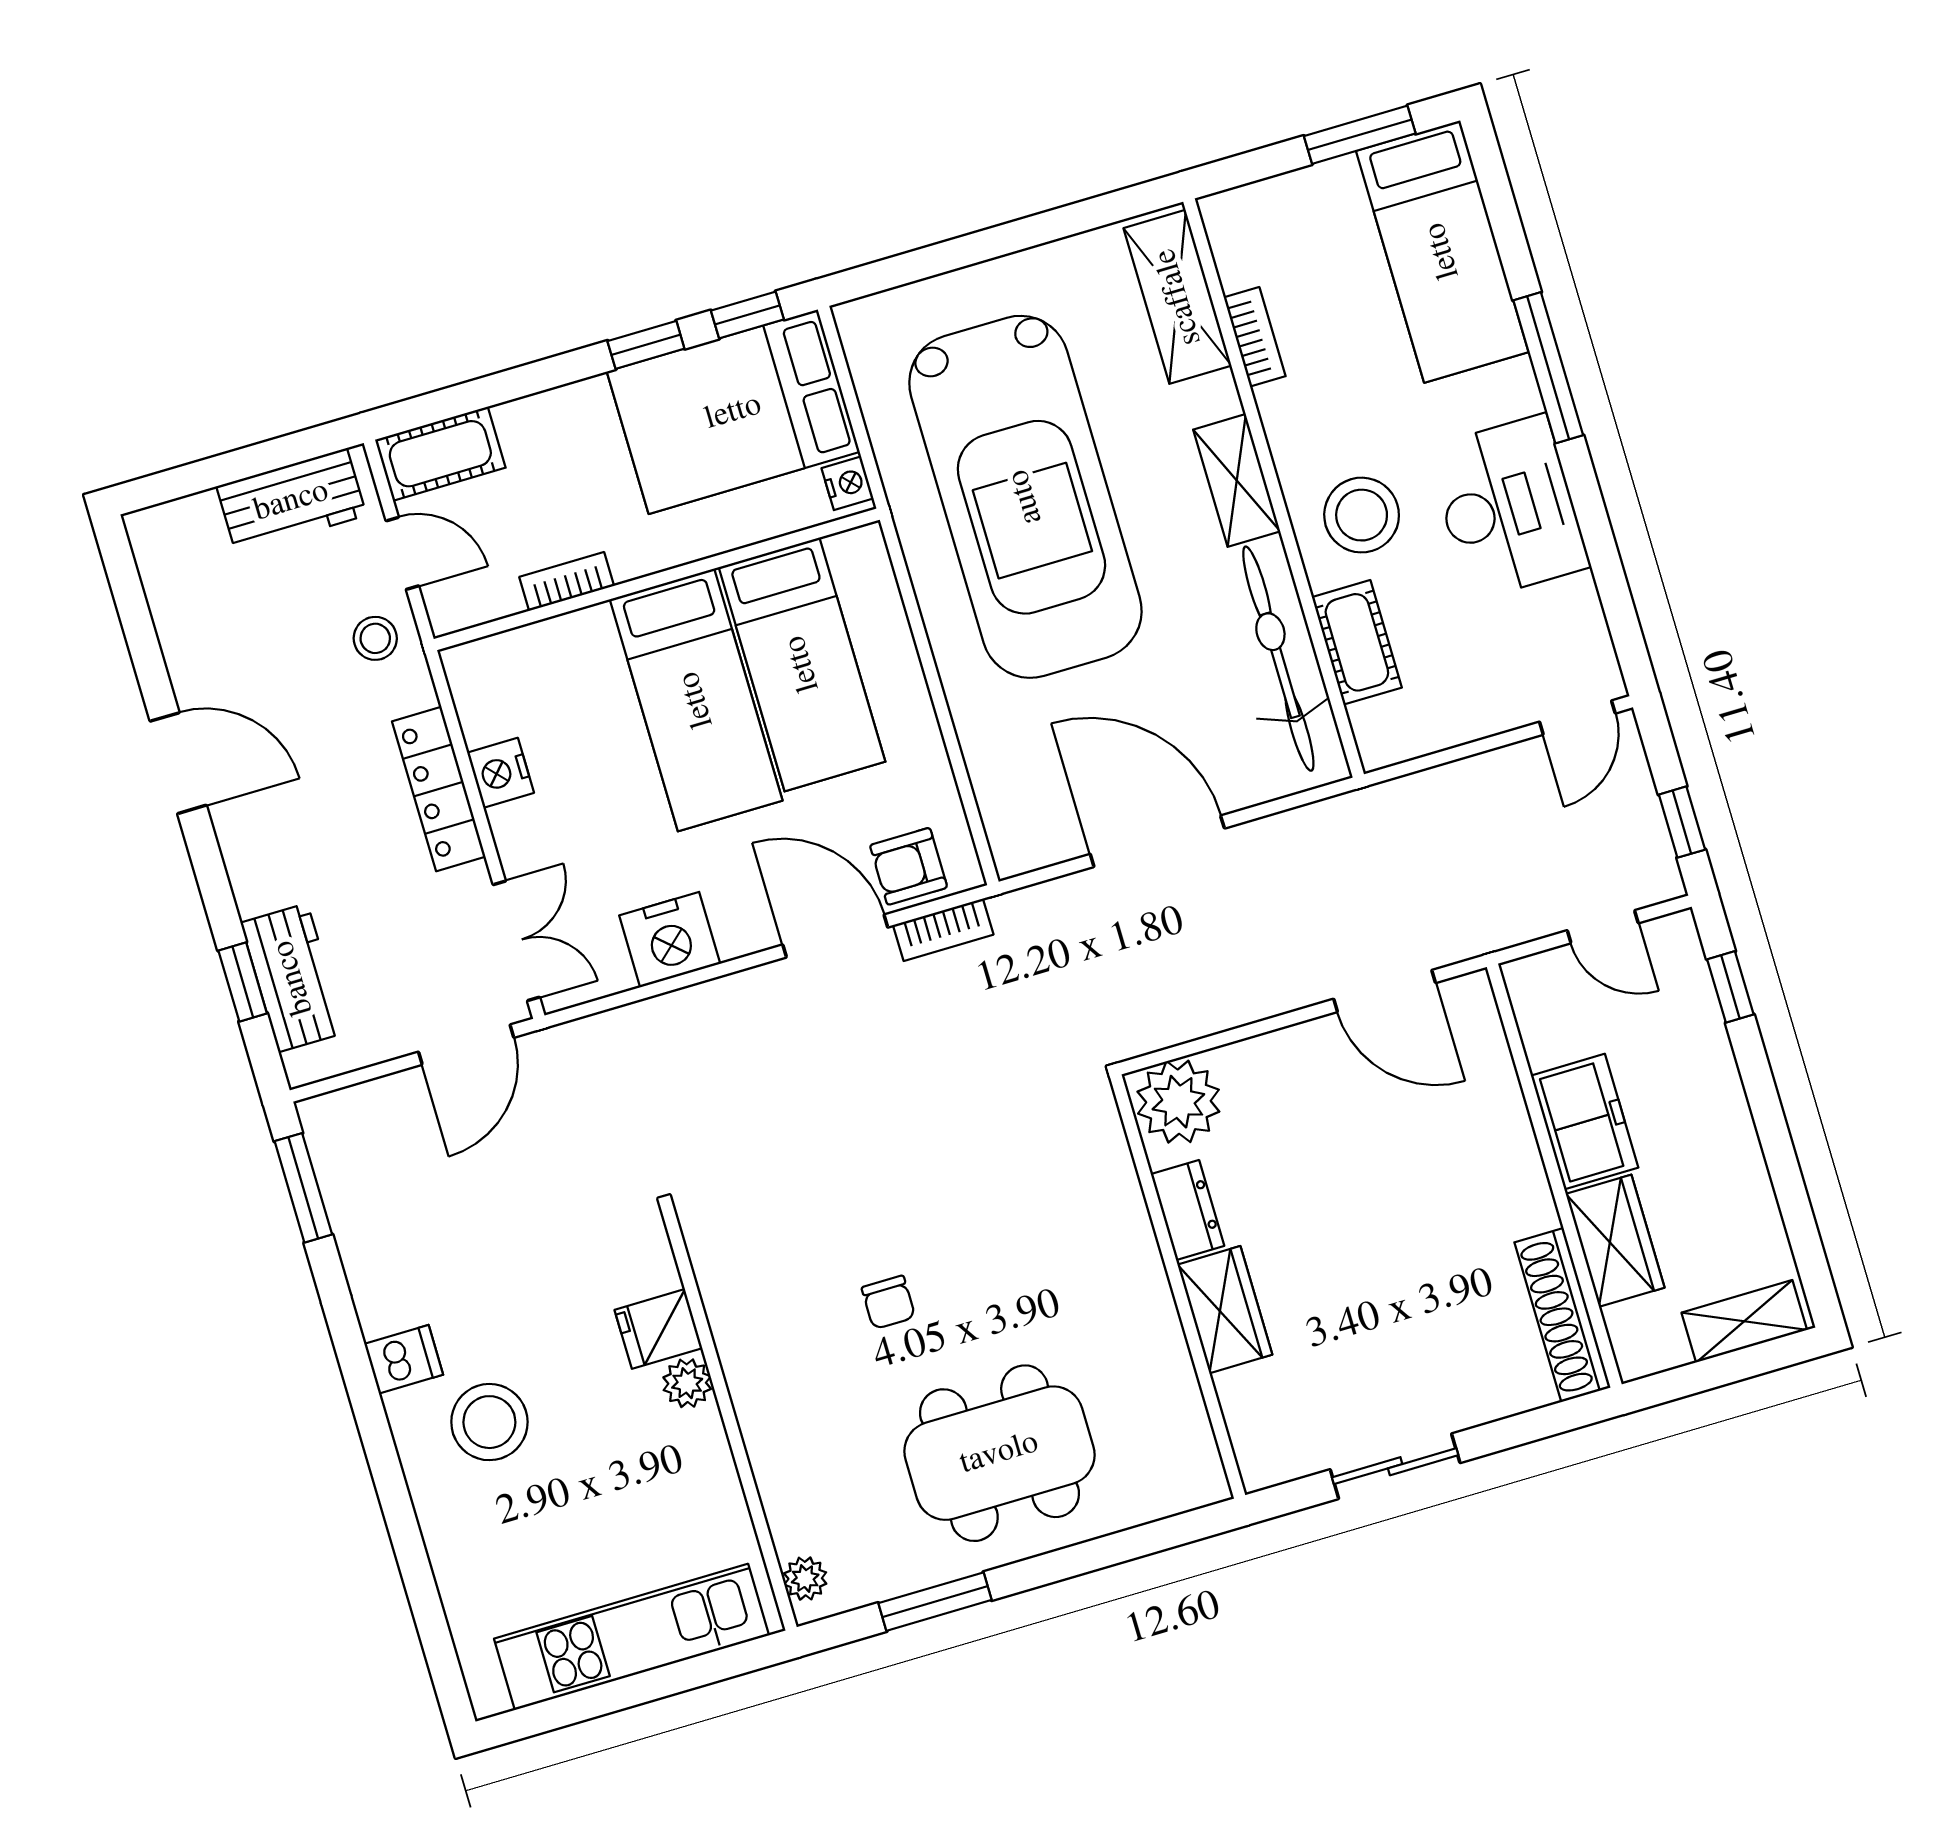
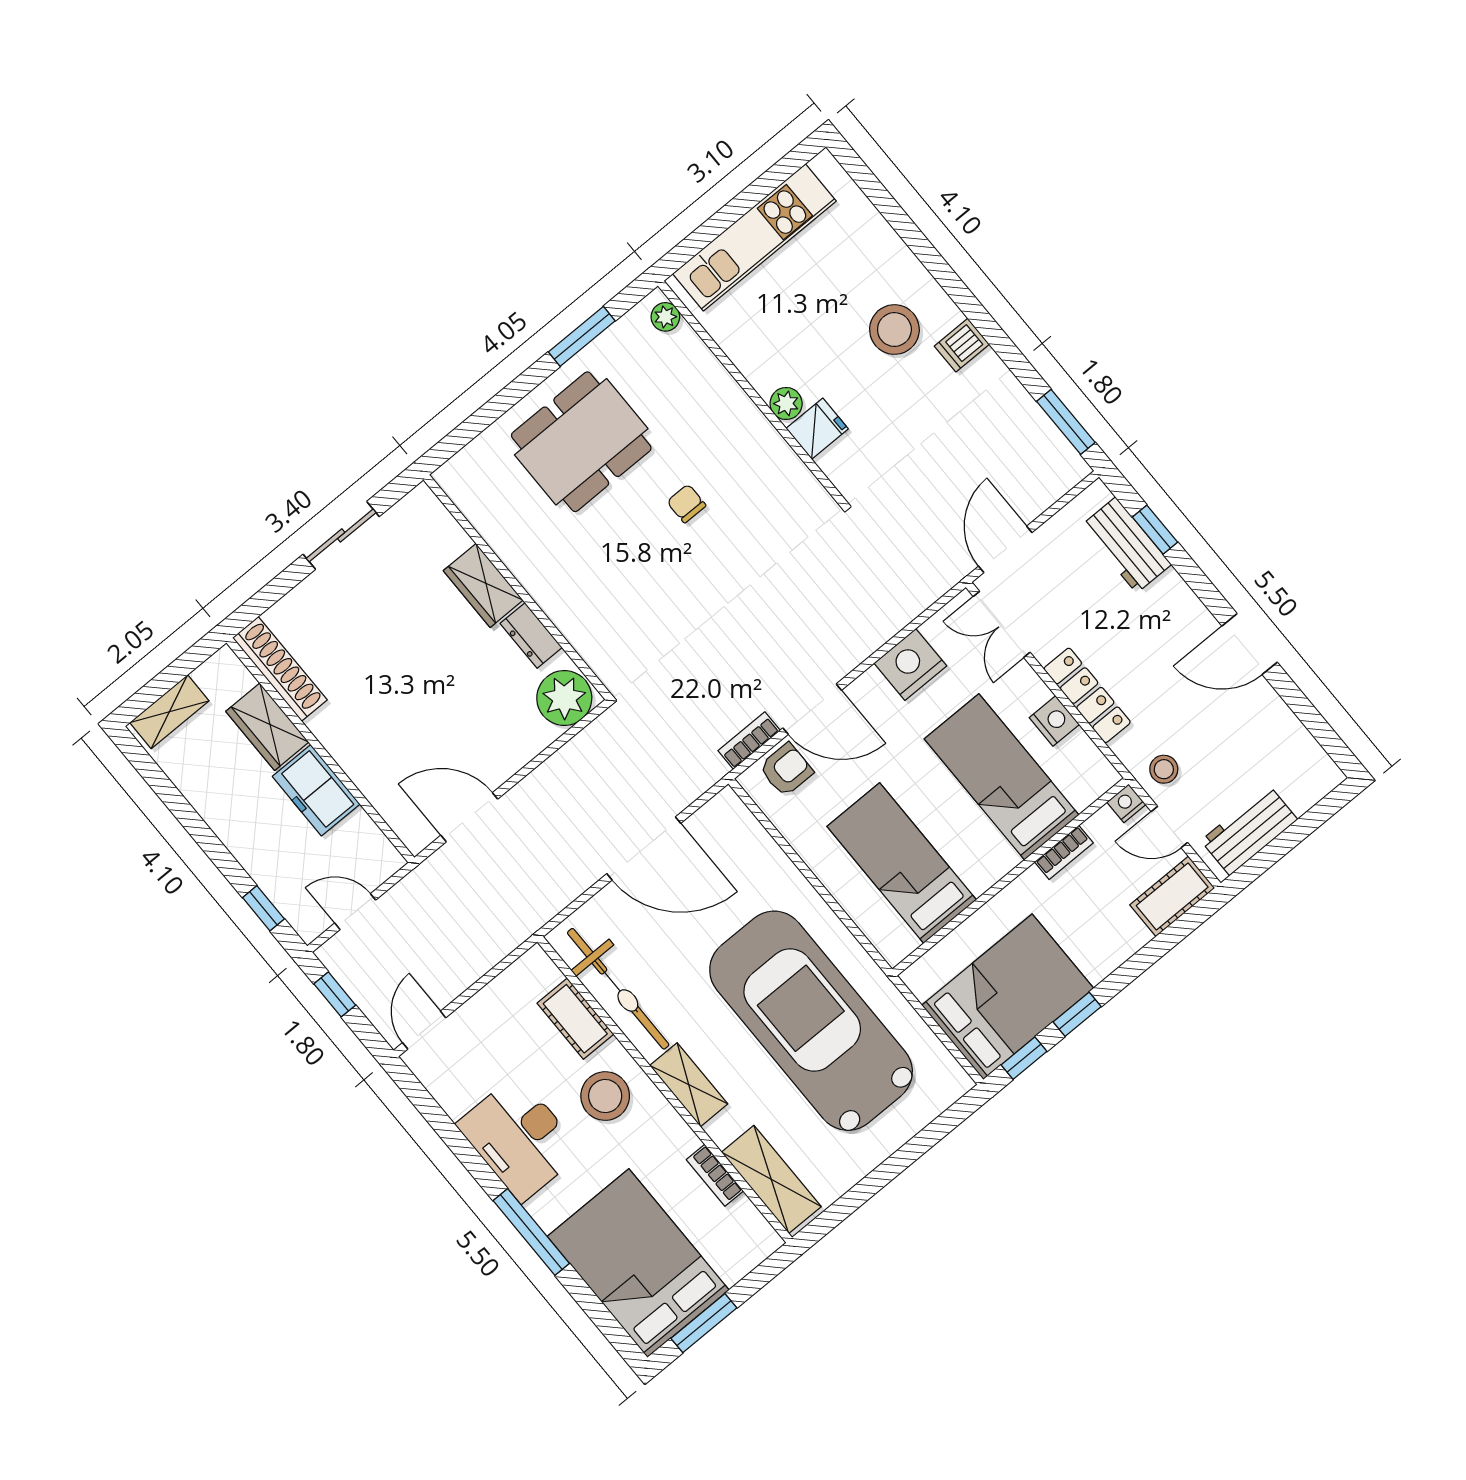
bed: (1442, 251) -> (638, 1263), width x1.50
nightstand: (848, 483) -> (1126, 803), moved, turned 90
bed: (696, 700) -> (1002, 777), moved

